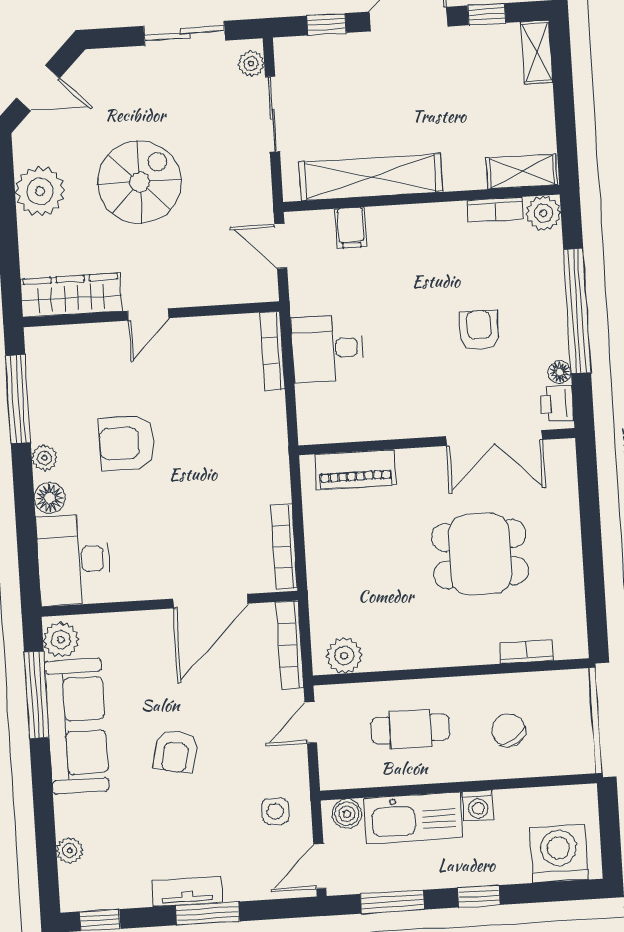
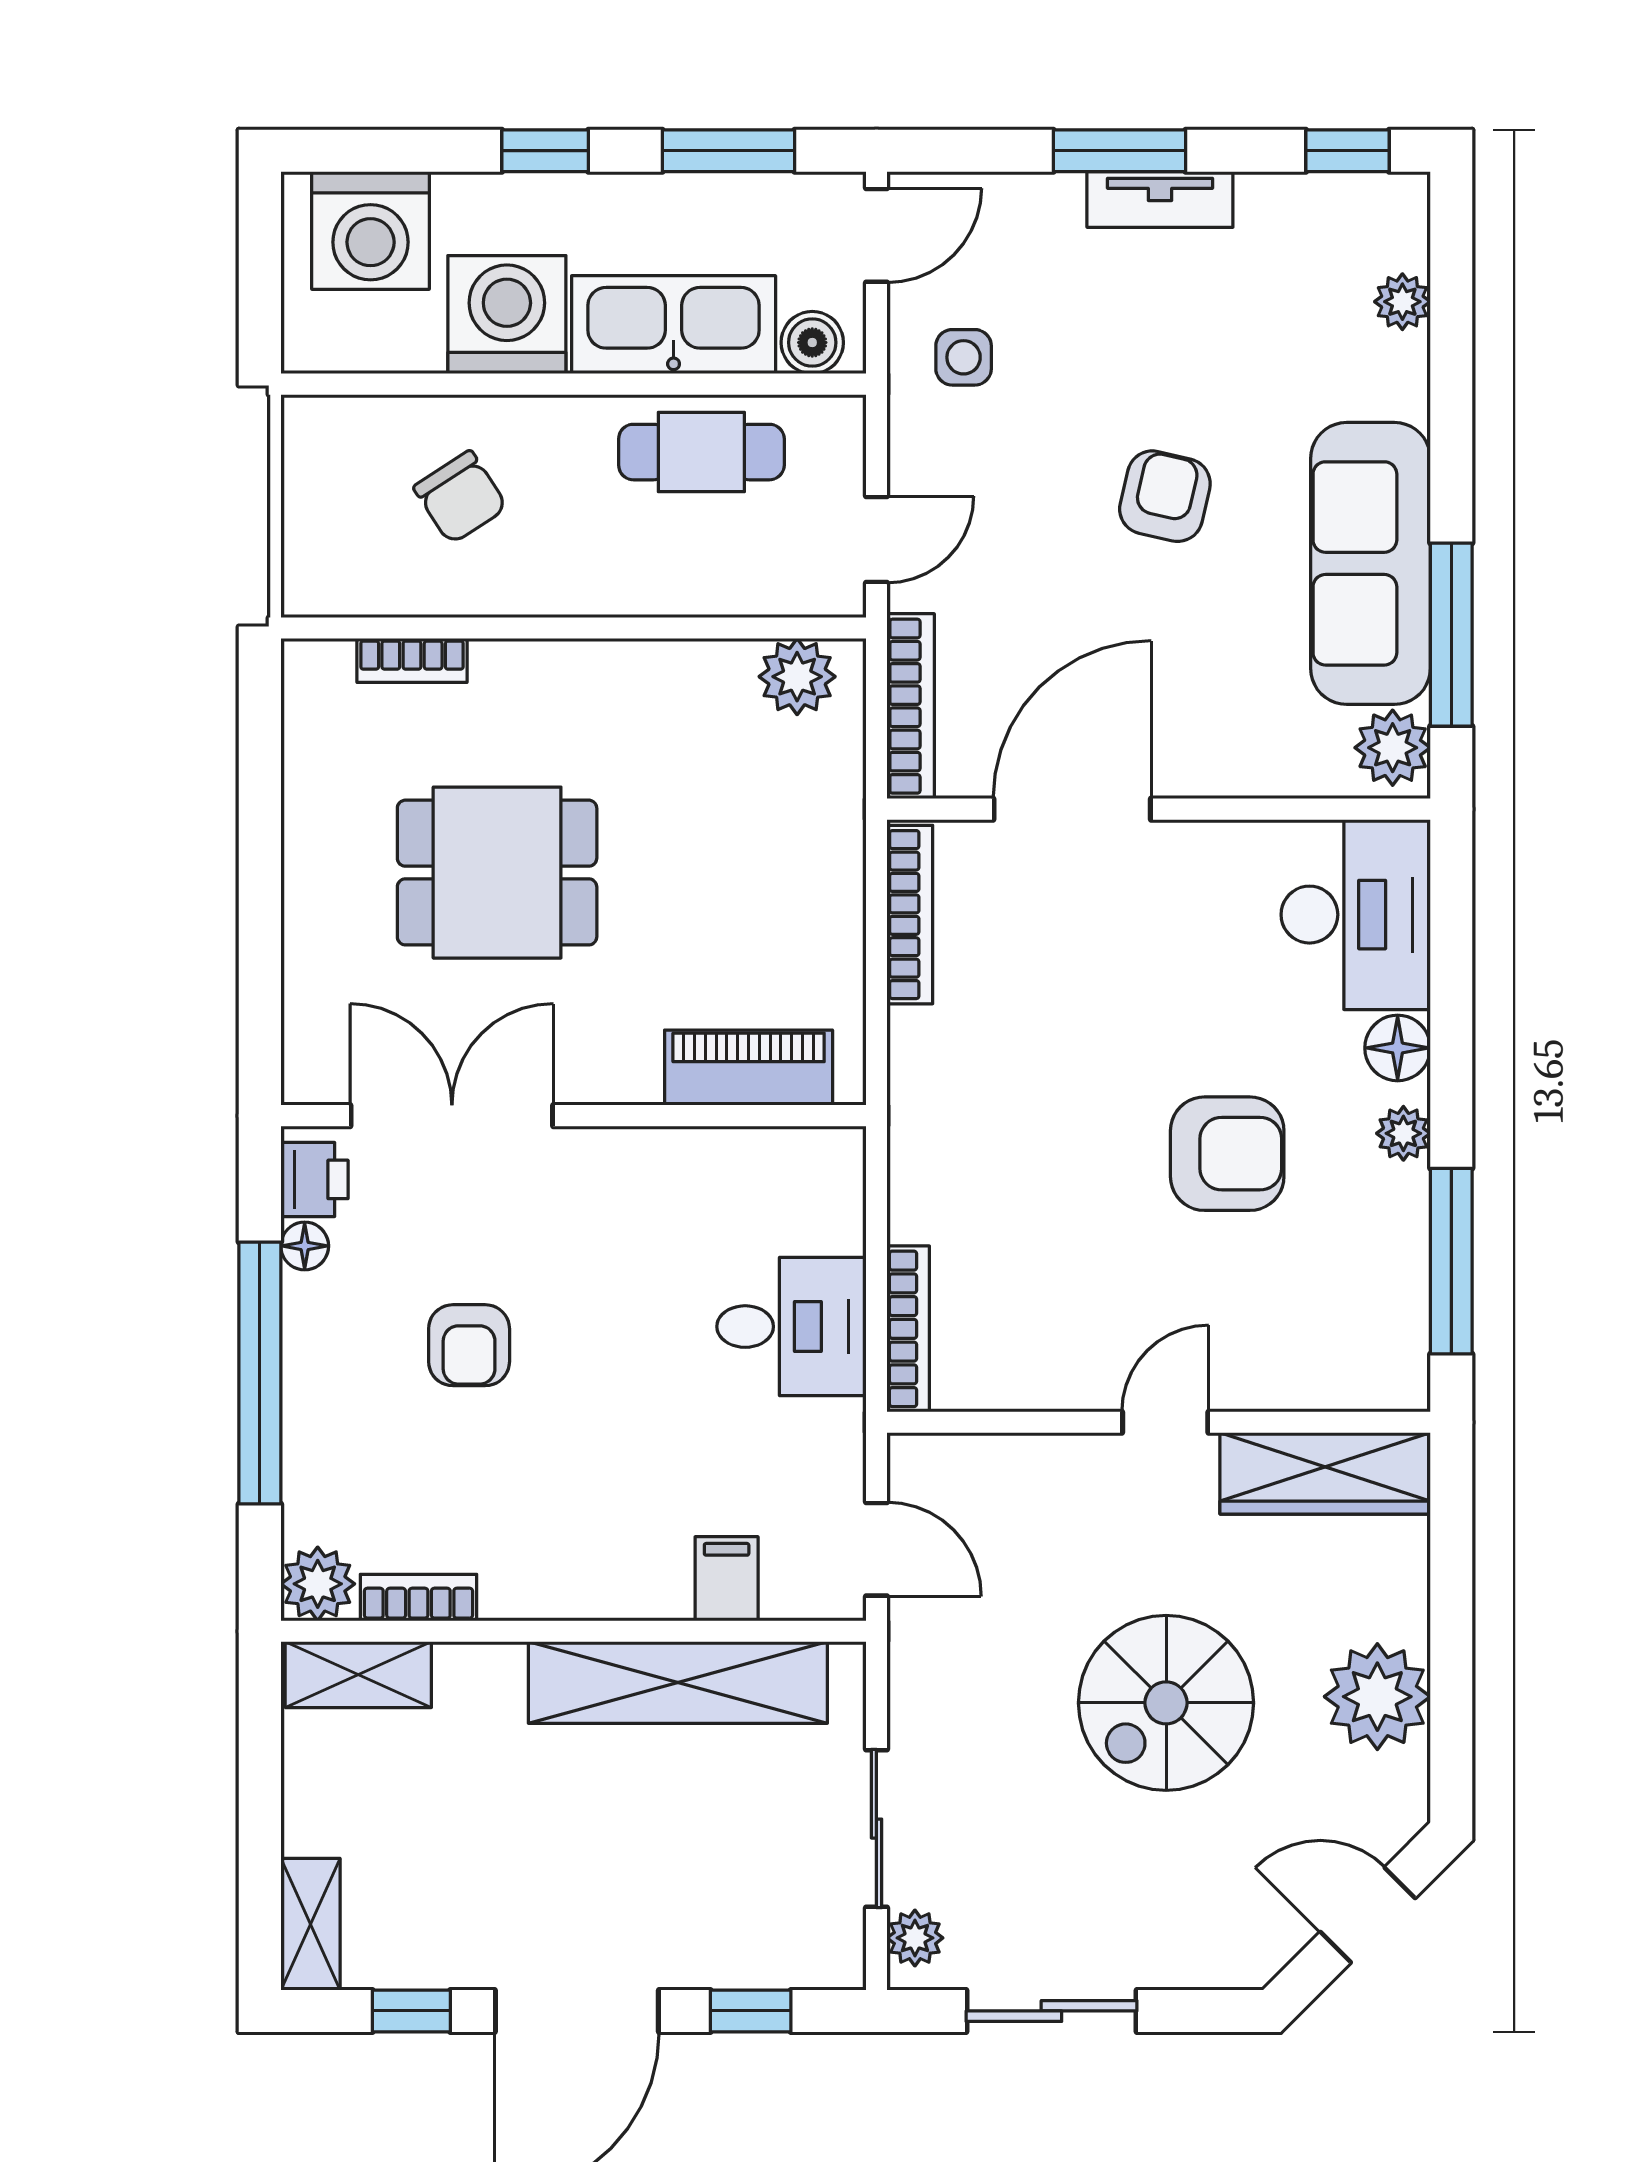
cafe table: (410, 729) -> (701, 452), moved
washing machine: (478, 806) -> (507, 315), width x1.89, depth x1.89

